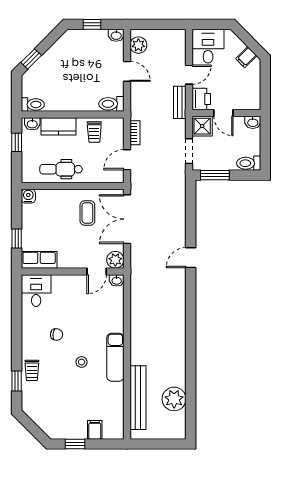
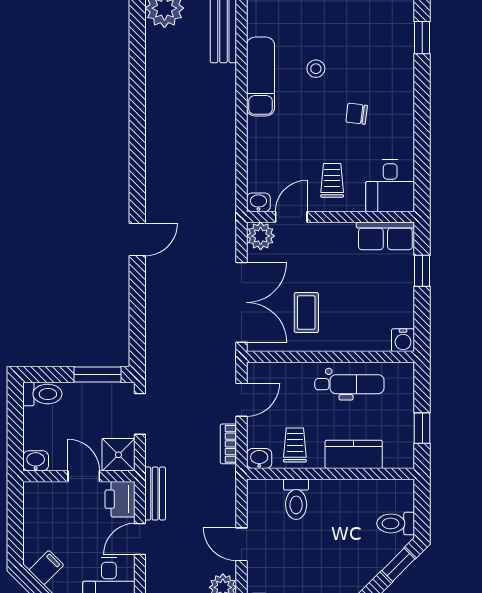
toilet: (33, 104) -> (396, 523), moved
toilet: (111, 104) -> (296, 499), moved, turned 90
washbasin: (32, 124) -> (259, 458), moved
trolley: (32, 370) -> (332, 180), moved

